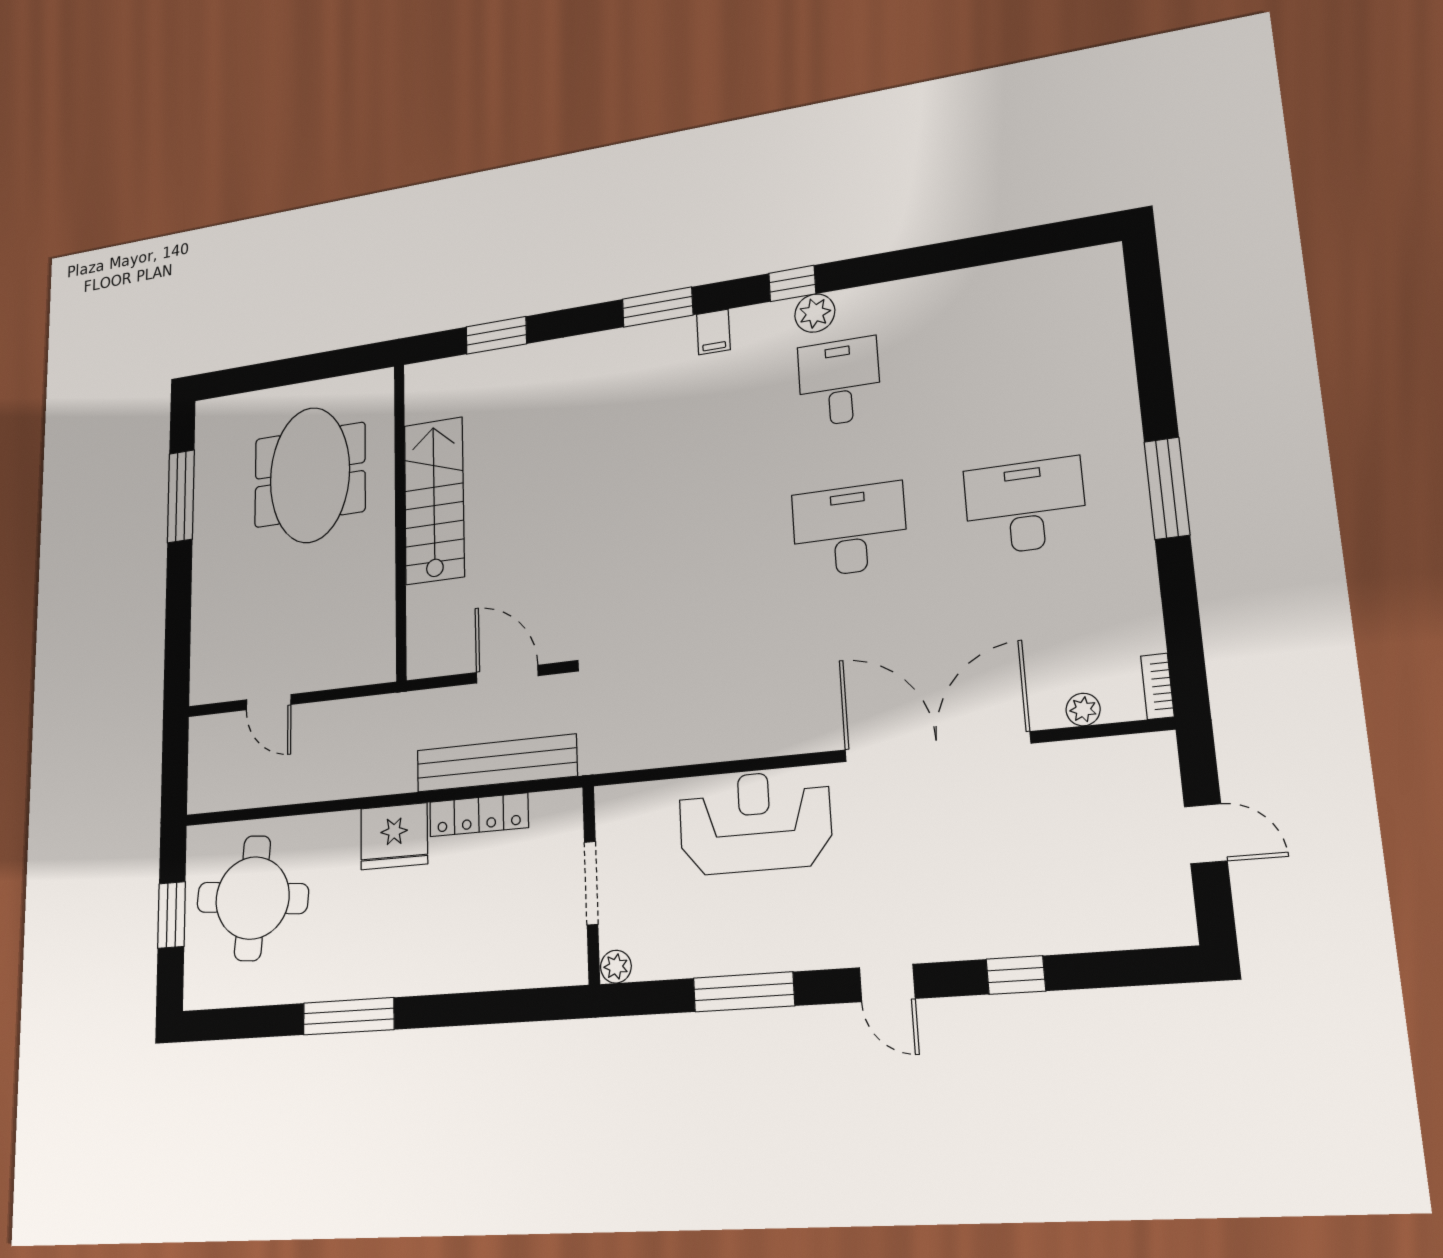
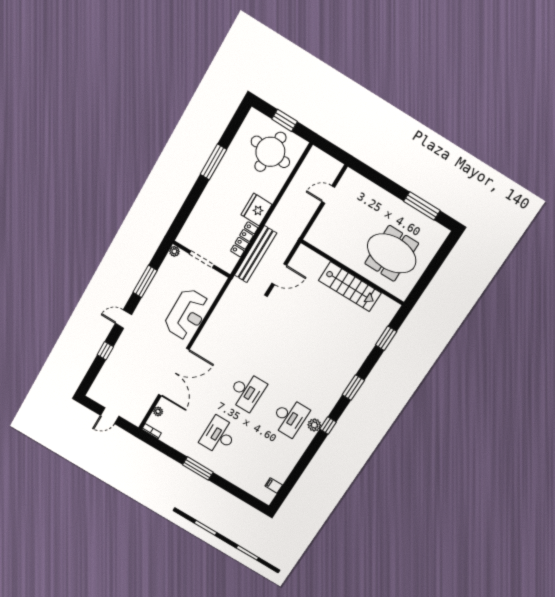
filing cabinet: (713, 332) -> (274, 485), moved
desk: (839, 382) -> (289, 417), width x1.37
desk: (1025, 506) -> (219, 436), turned 180

